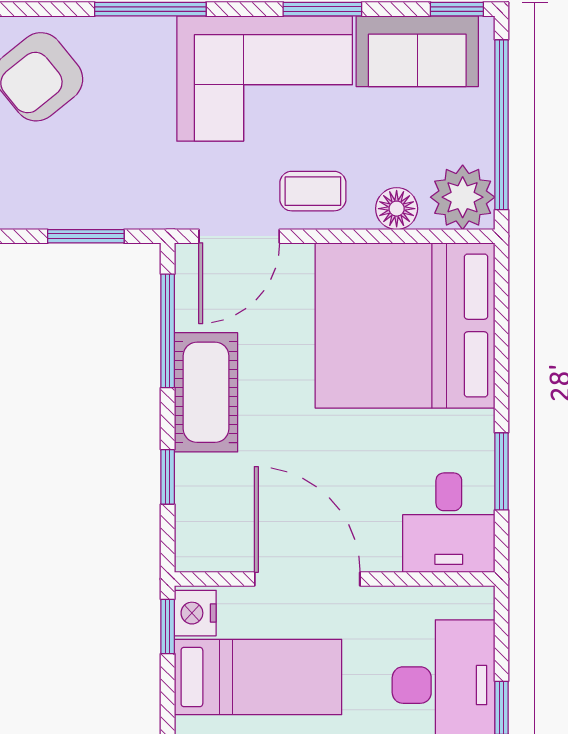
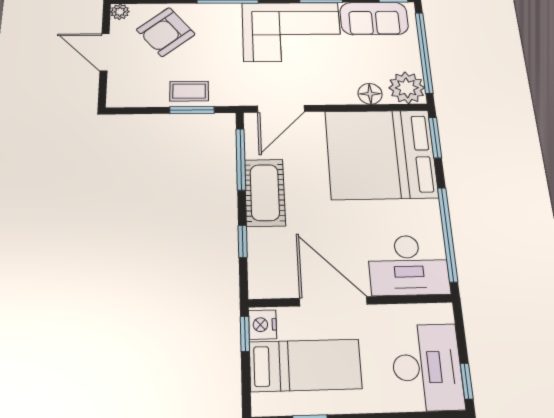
coffee table: (313, 191) -> (189, 91), moved
window: (502, 296) -> (435, 138), added
window: (502, 471) -> (448, 234), width x2.11
desk: (449, 523) -> (408, 265), width x1.37

